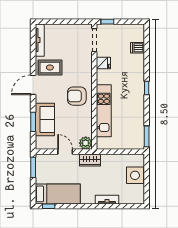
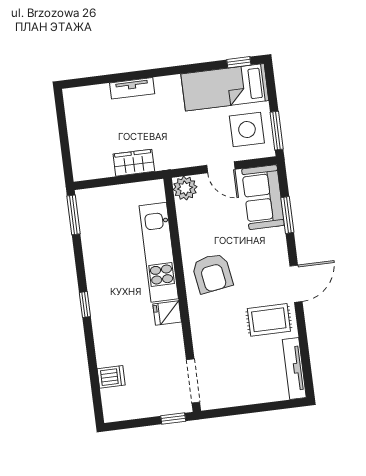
fridge: (103, 63) -> (167, 313), moved
armchair: (77, 96) -> (212, 273), turned 81
sofa: (45, 119) -> (263, 197), moved
wardrobe: (90, 160) -> (134, 163), moved
side table: (135, 175) -> (247, 129), moved

